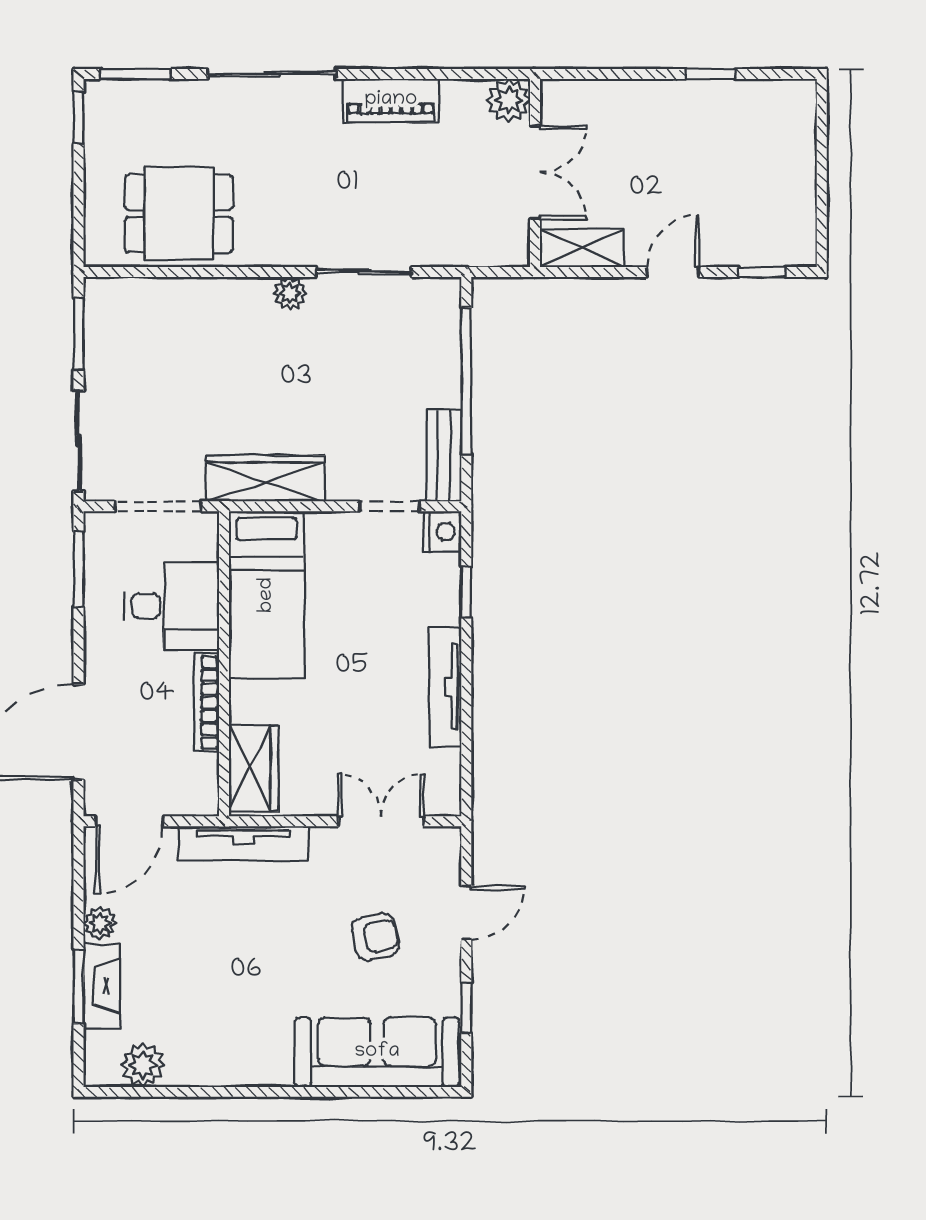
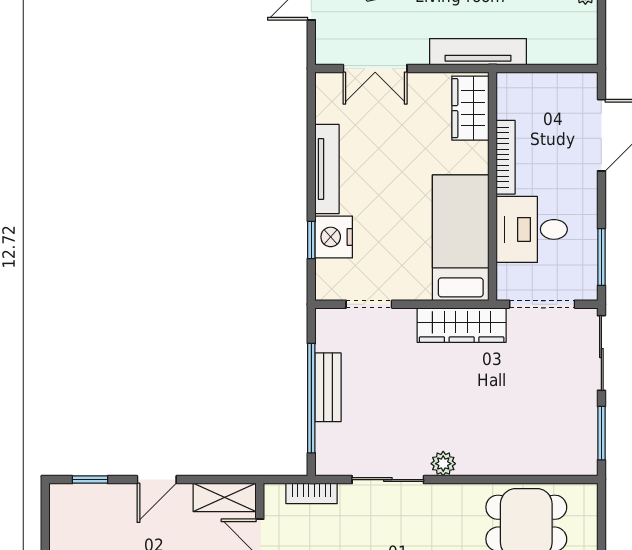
bookcase: (466, 253) -> (312, 493), added
bench: (444, 456) -> (328, 387), moved
nightstand: (443, 532) -> (334, 237), moved, width x1.36, depth x1.33
door: (129, 821) -> (563, 68), removed

